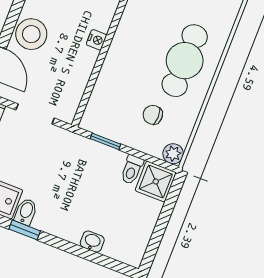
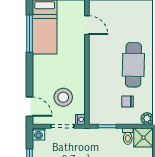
stool: (31, 34) -> (63, 97), moved
nightstand: (96, 40) -> (80, 119), moved

